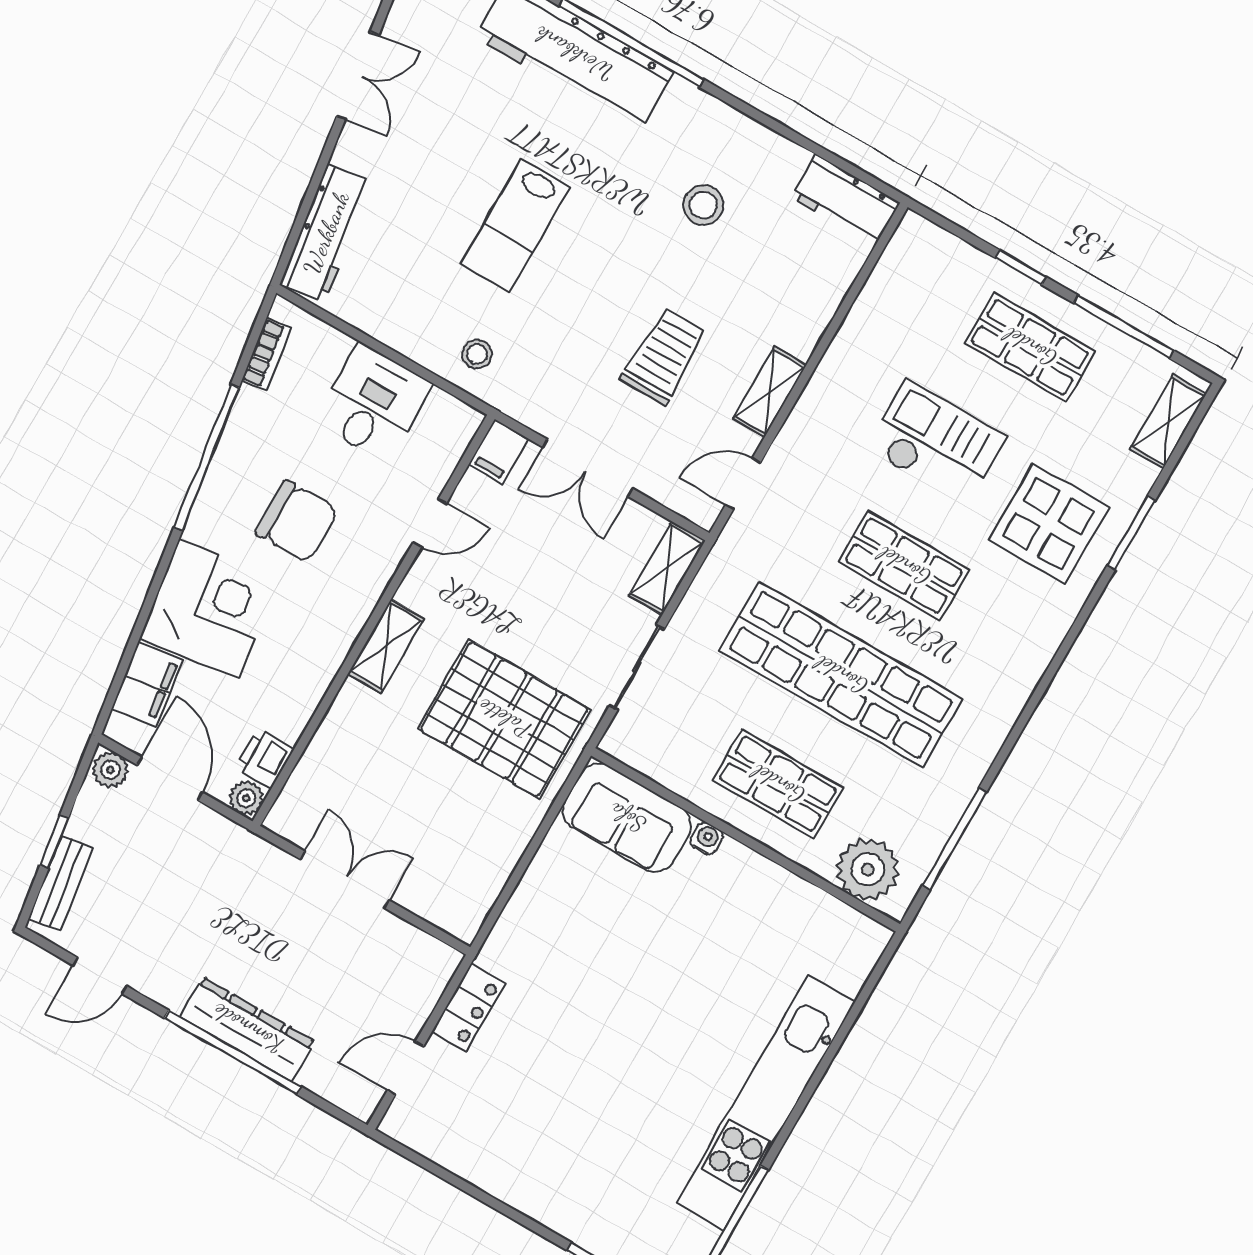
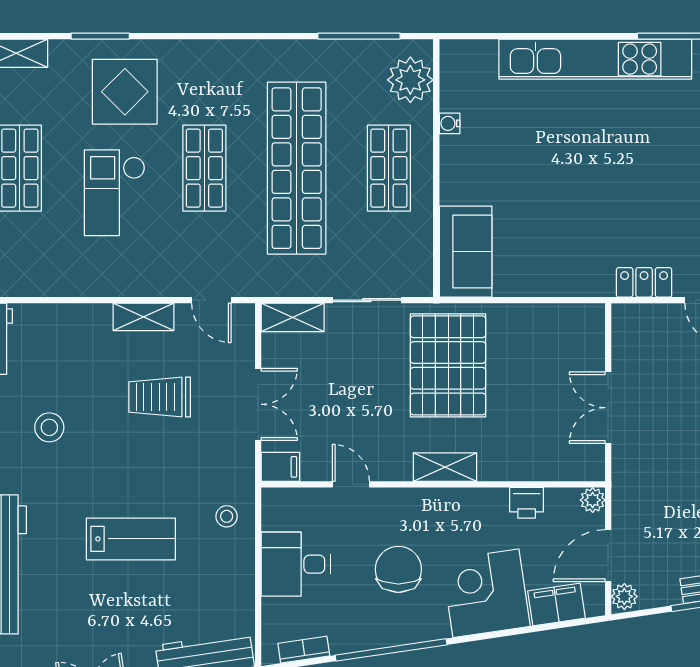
printer: (265, 759) -> (527, 503), moved
water cooler: (707, 839) -> (450, 123), moved

